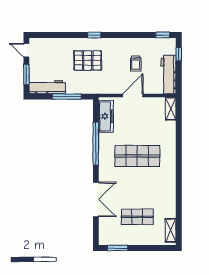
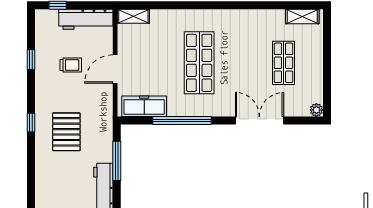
window: (163, 35) -> (31, 60), moved
door: (133, 96) -> (115, 69), hinge flipped
plant: (103, 240) -> (316, 110), added
window: (118, 248) -> (327, 90), removed

